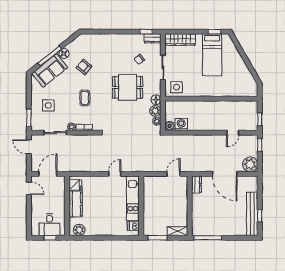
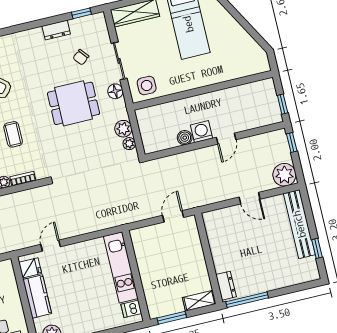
dresser: (152, 38) -> (56, 30), moved
floor lamp: (156, 100) -> (115, 91), moved
washing machine: (181, 125) -> (202, 132), moved
boiler: (170, 126) -> (185, 138), moved
door: (233, 133) -> (226, 139), moved
door: (115, 174) -> (51, 246), moved
door: (225, 174) -> (250, 198), width x0.53
dresser: (197, 185) -> (226, 286), moved
bench: (252, 214) -> (299, 224), moved

